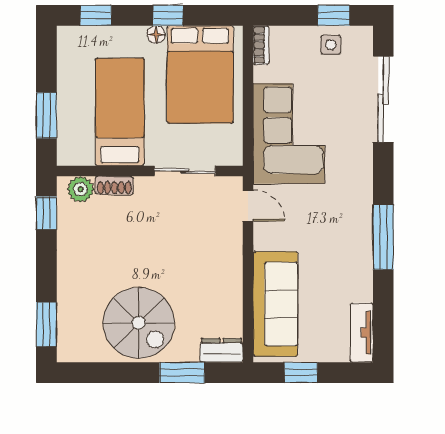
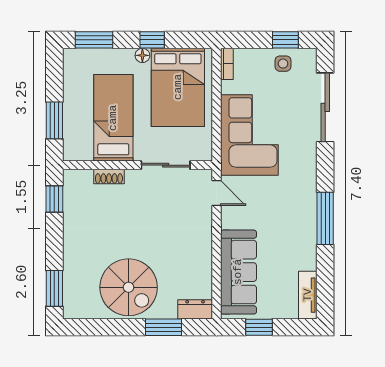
window: (96, 15) -> (94, 40), width x1.50
plant: (80, 189) -> (82, 180), removed

